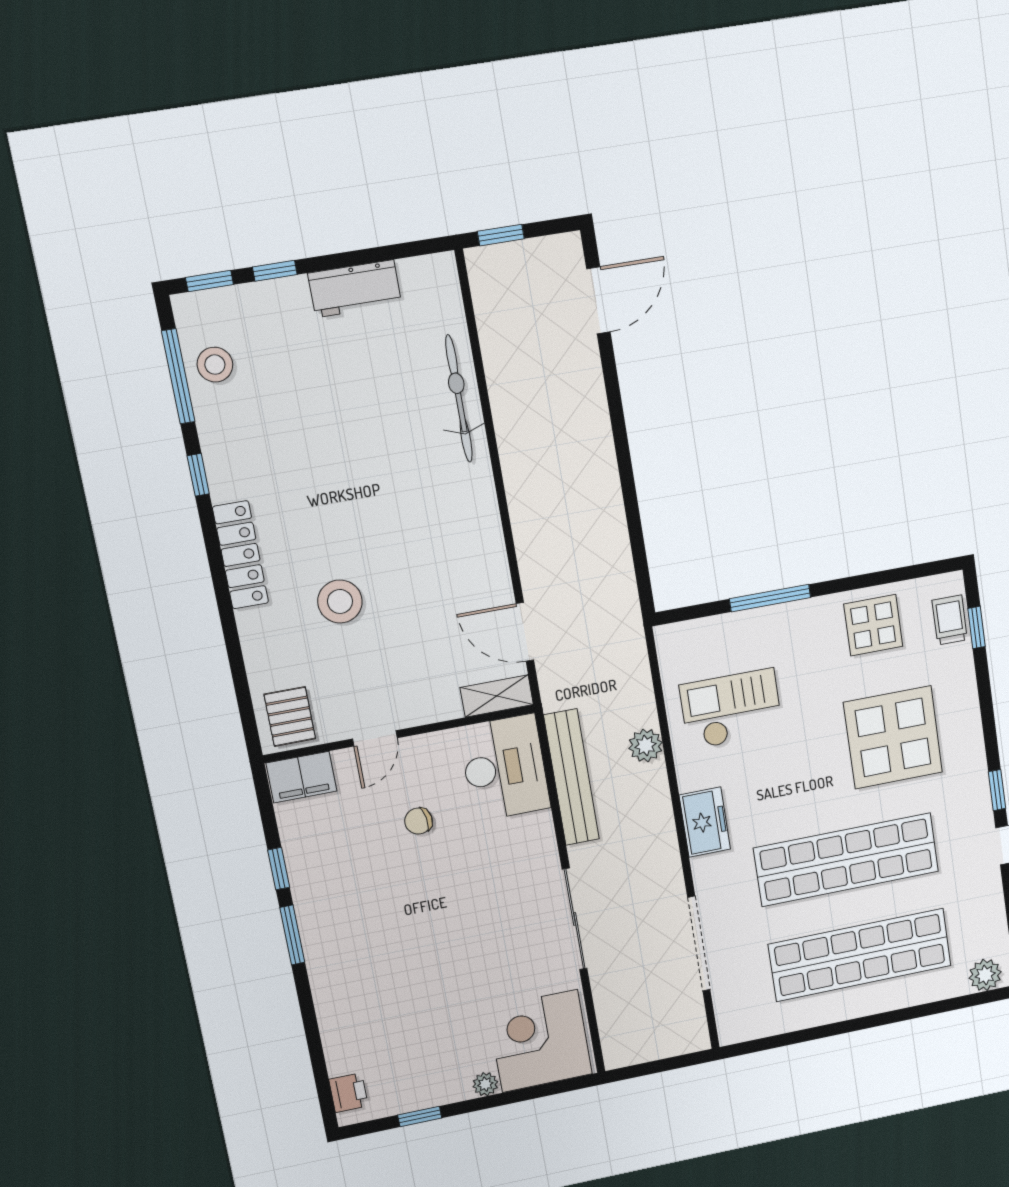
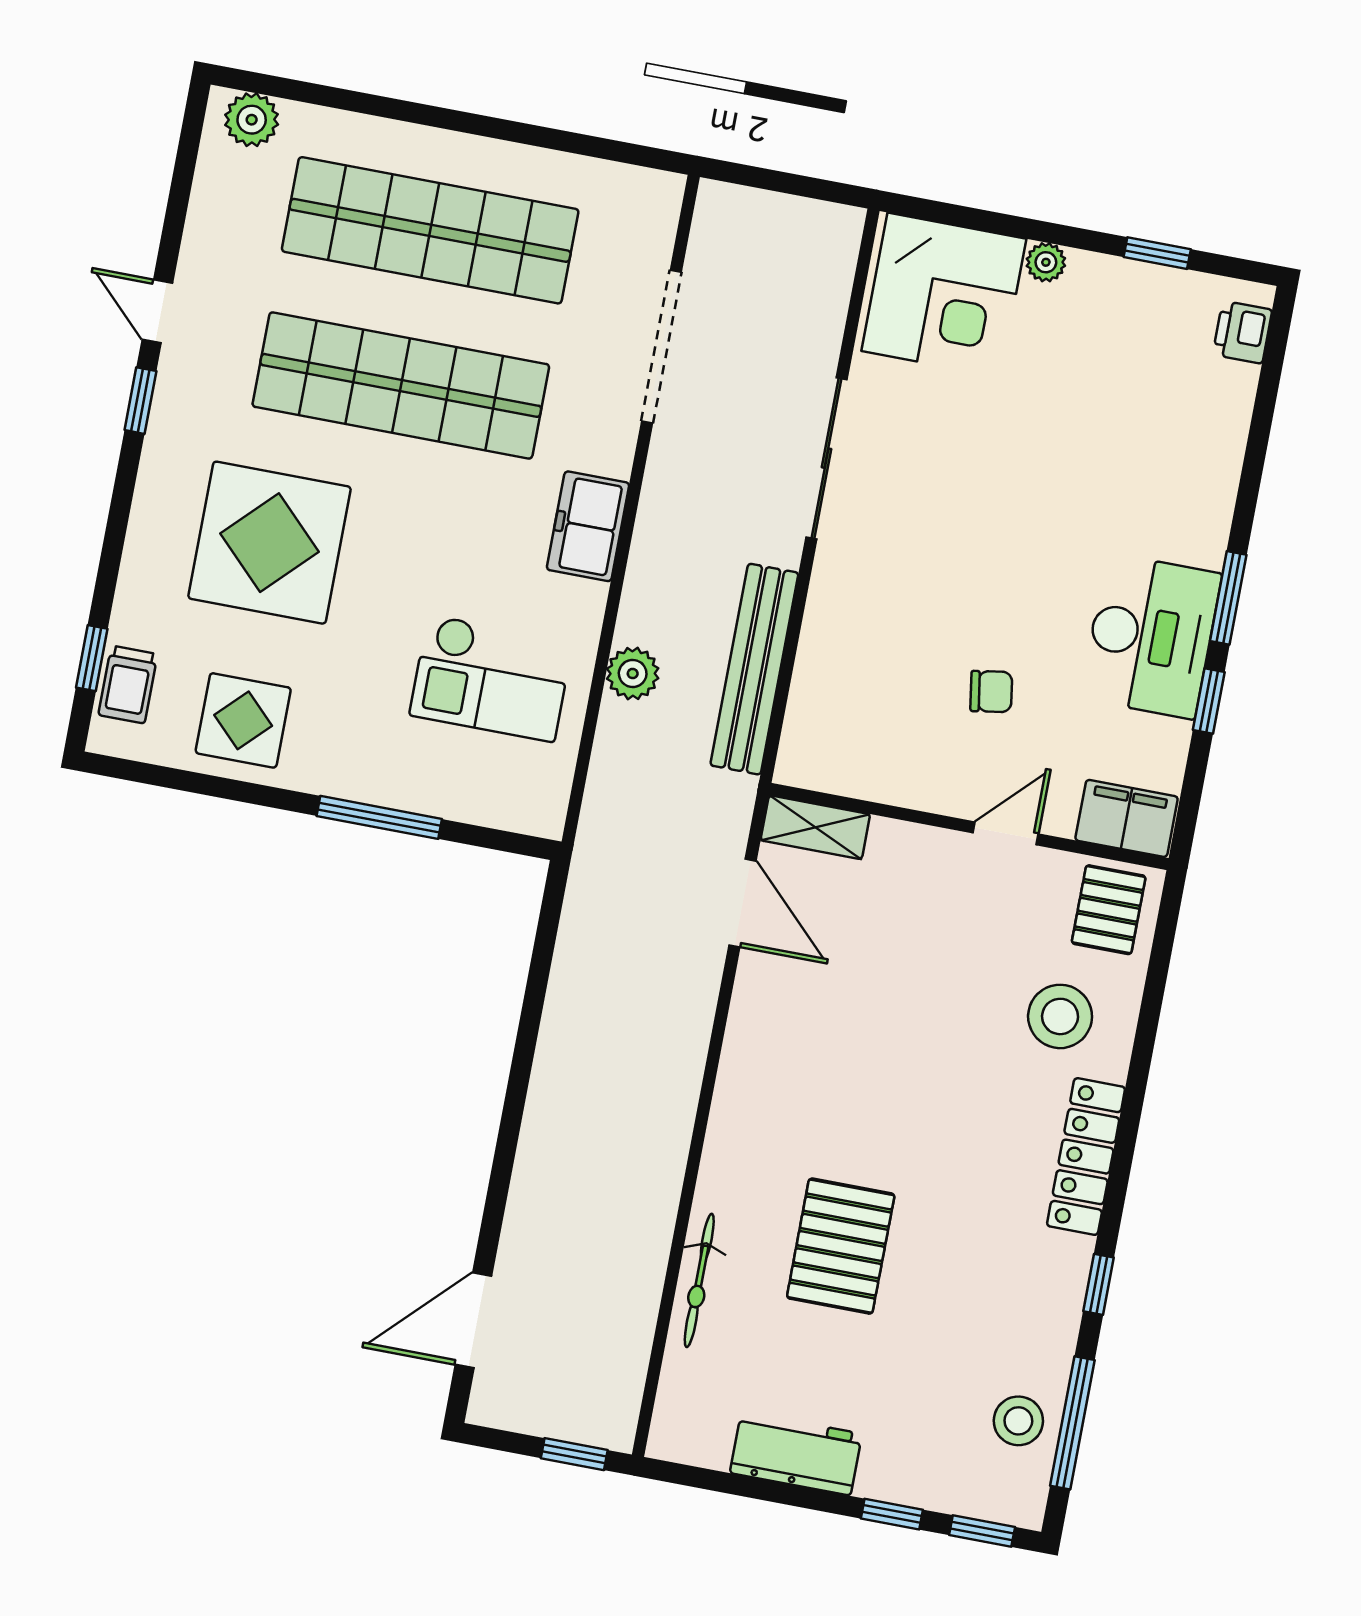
bicycle: (459, 399) -> (699, 1280), width x0.73, depth x0.71
pallet: (378, 437) -> (841, 1246), added
stool: (340, 601) -> (1060, 1016), moved
desk: (505, 768) -> (1151, 636), moved, turned 180

